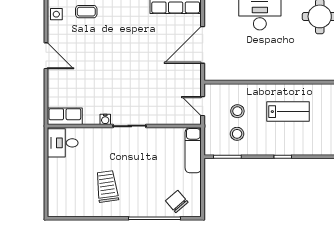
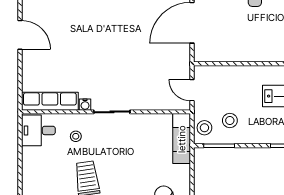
stool: (237, 111) -> (204, 128), moved
row of seats: (65, 116) -> (50, 101), width x1.48
stool: (97, 148) -> (76, 136), added

